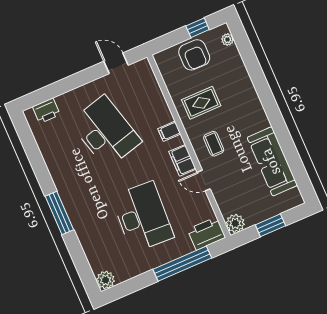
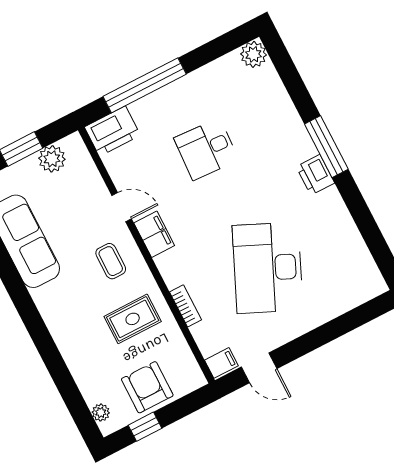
bookcase: (164, 109) -> (185, 306), added
printer: (46, 111) -> (315, 175), moved, turned -90
filing cabinet: (169, 131) -> (221, 363), moved
desk: (106, 132) -> (268, 268), turned 39
desk: (142, 217) -> (206, 149), width x0.53, depth x0.77
plant: (235, 223) -> (52, 159), moved

